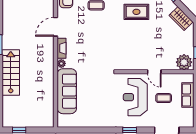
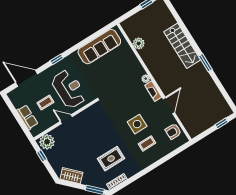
side table: (94, 28) -> (137, 124), added
sofa: (67, 91) -> (99, 47), moved, turned -90
plant: (48, 99) -> (139, 43), added

